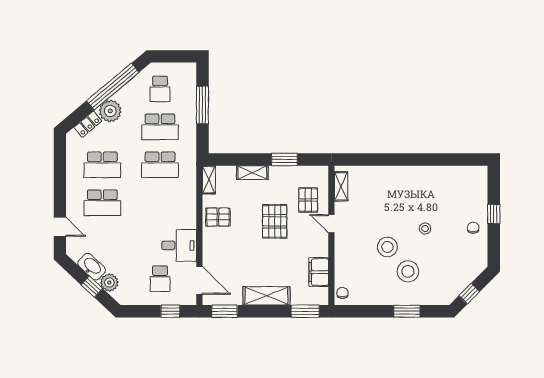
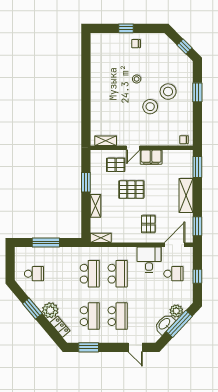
window: (113, 87) -> (32, 308), width x0.47
school desk: (160, 127) -> (118, 274), moved
window: (60, 163) -> (89, 347), added
pallet: (218, 217) -> (148, 224), moved
door: (60, 227) -> (135, 347), swing flipped
filing cabinet: (319, 272) -> (151, 157), moved
window: (92, 287) -> (179, 324), width x2.17
window: (170, 311) -> (197, 276), moved

